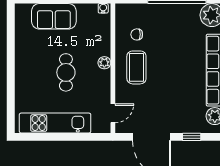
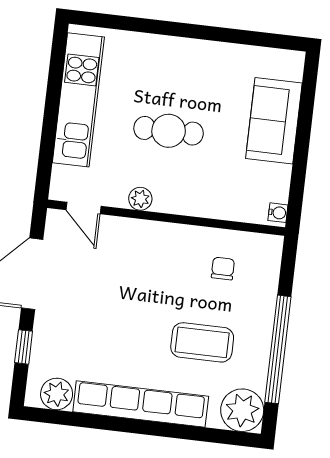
plant: (104, 63) -> (140, 199), moved
coffee table: (136, 67) -> (202, 342), moved

